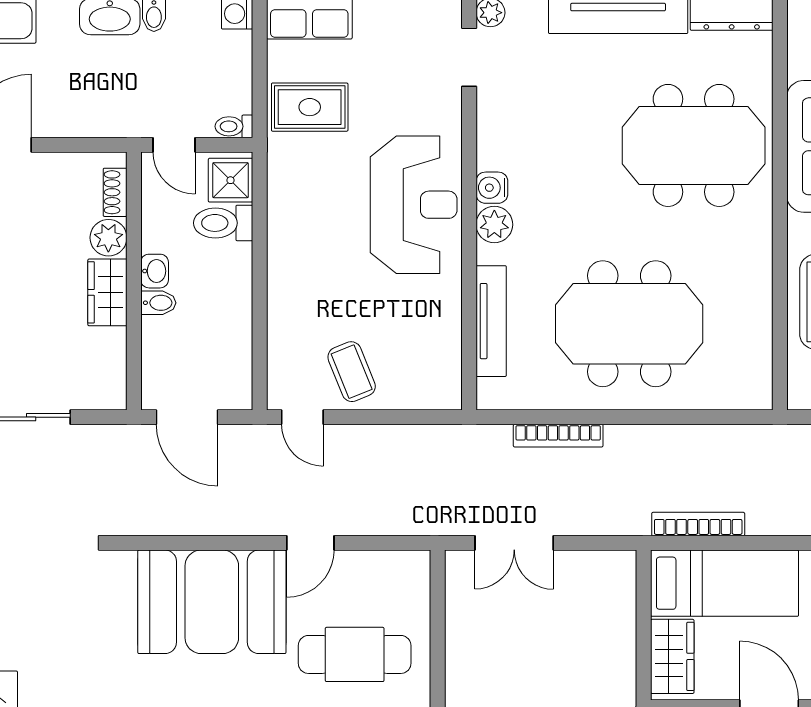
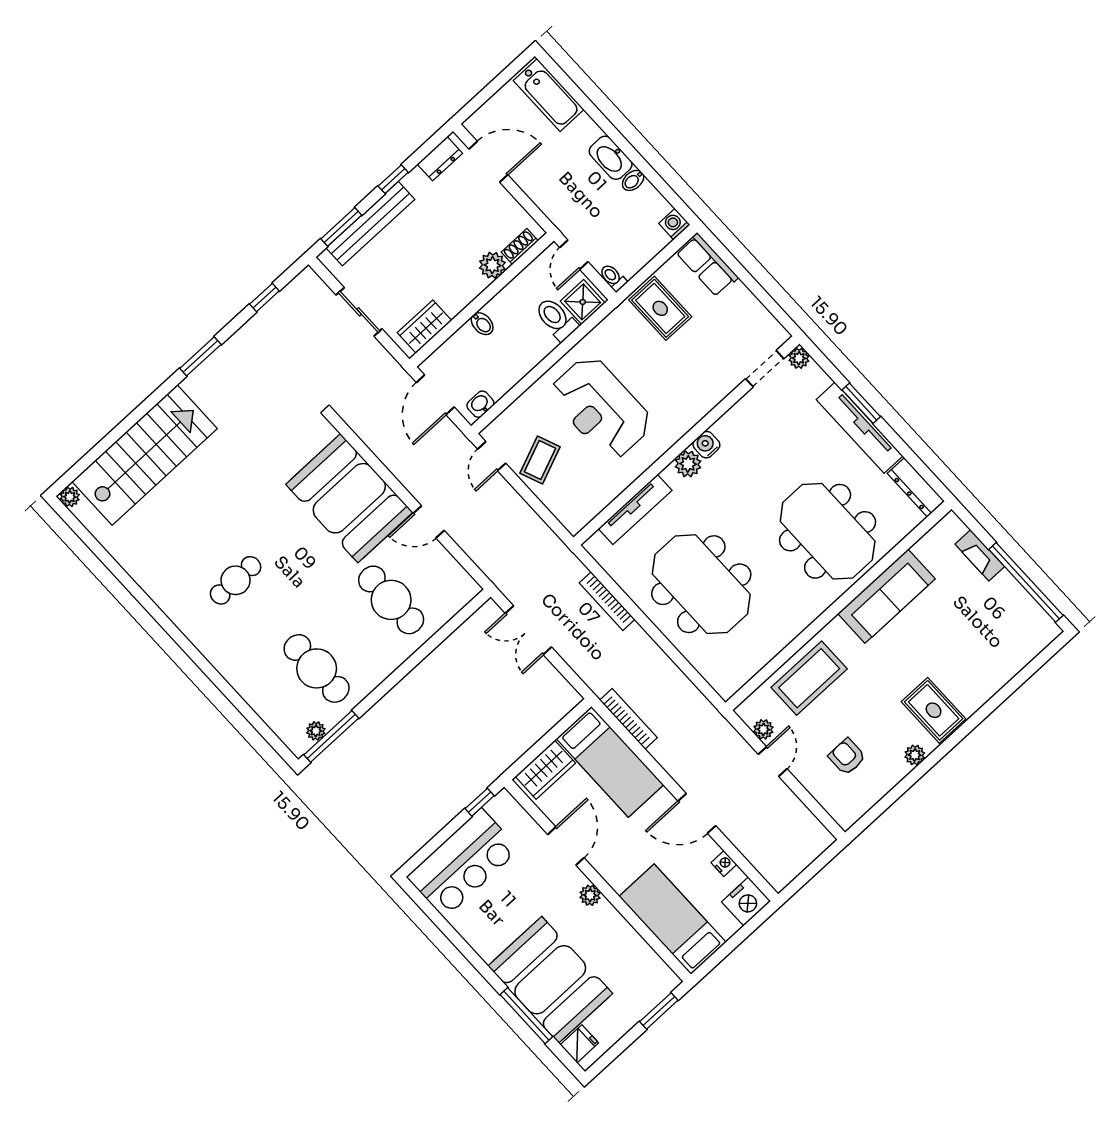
reception desk: (414, 205) -> (601, 408), moved, turned 90
washbasin: (155, 271) -> (480, 404), moved, turned 180
wardrobe: (107, 292) -> (424, 327), moved

